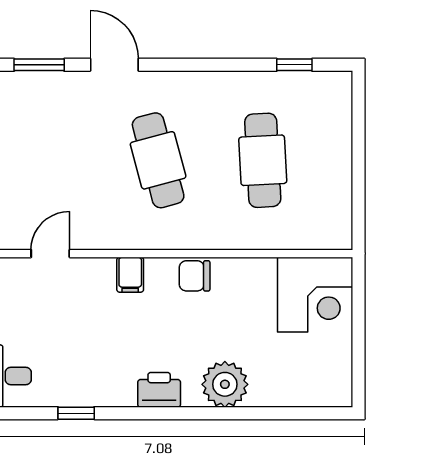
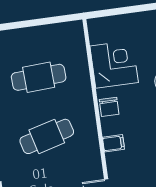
corner desk: (315, 295) -> (114, 64), moved

